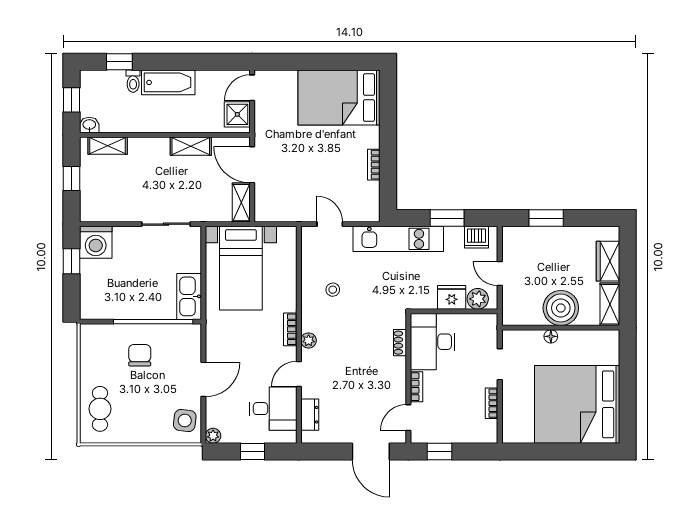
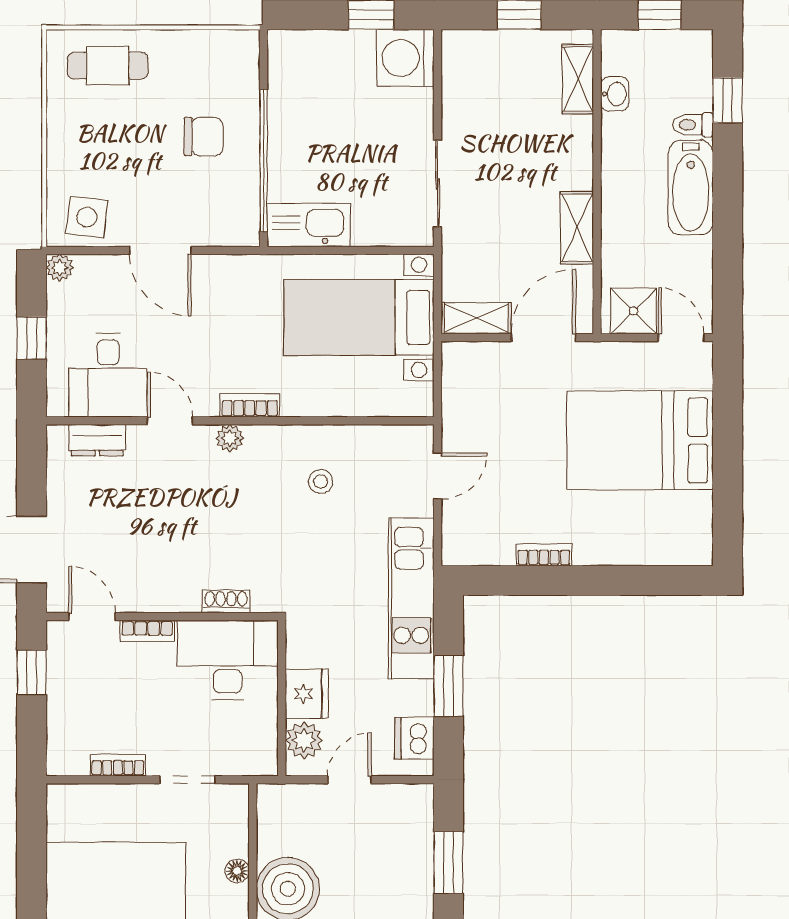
bed: (339, 98) -> (640, 440), moved, turned -90
washbasin: (89, 125) -> (615, 94), moved

